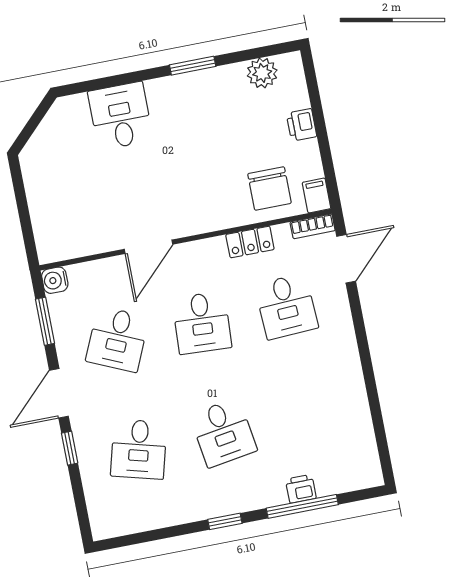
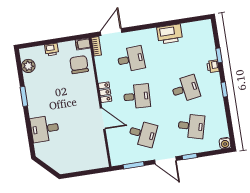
chair: (269, 188) -> (79, 65), turned -90
locker: (250, 242) -> (105, 92), moved
door: (346, 259) -> (111, 32), hinge flipped
water cooler: (55, 280) -> (225, 143), moved
printer: (347, 392) -> (170, 34), added
printer: (301, 489) -> (213, 66), moved
window: (302, 506) -> (219, 55), width x0.46

